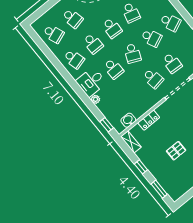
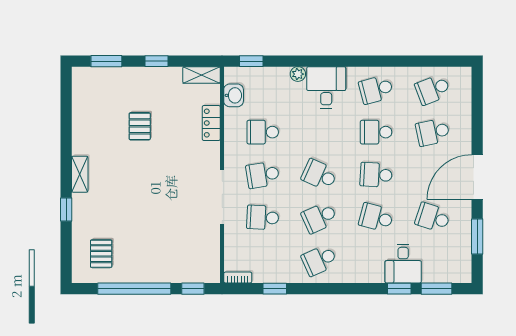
school desk: (114, 69) -> (263, 132), moved

